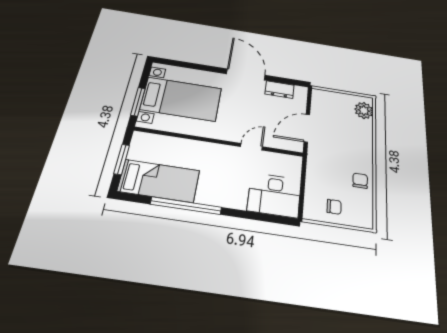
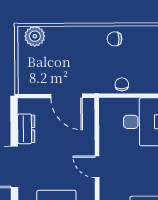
door: (252, 147) -> (97, 167), moved
chair: (334, 207) -> (122, 84), moved

